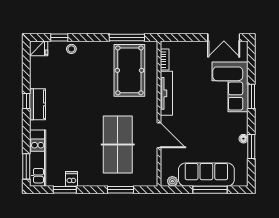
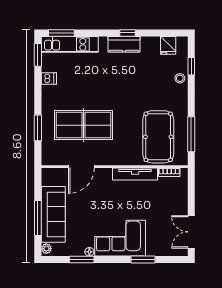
fridge: (39, 48) -> (168, 45), moved
pool table: (129, 70) -> (158, 137), turned 90
corner sofa: (230, 87) -> (120, 238), moved
window: (251, 96) -> (143, 260), moved
door: (159, 135) -> (81, 167), moved
plant: (172, 181) -> (46, 249), moved
window: (65, 190) -> (38, 55), moved

